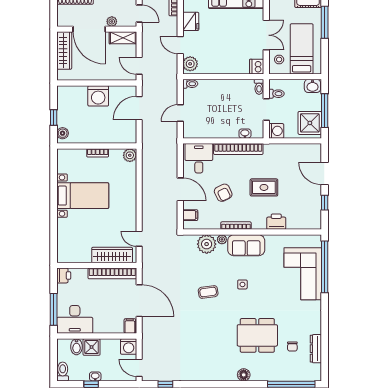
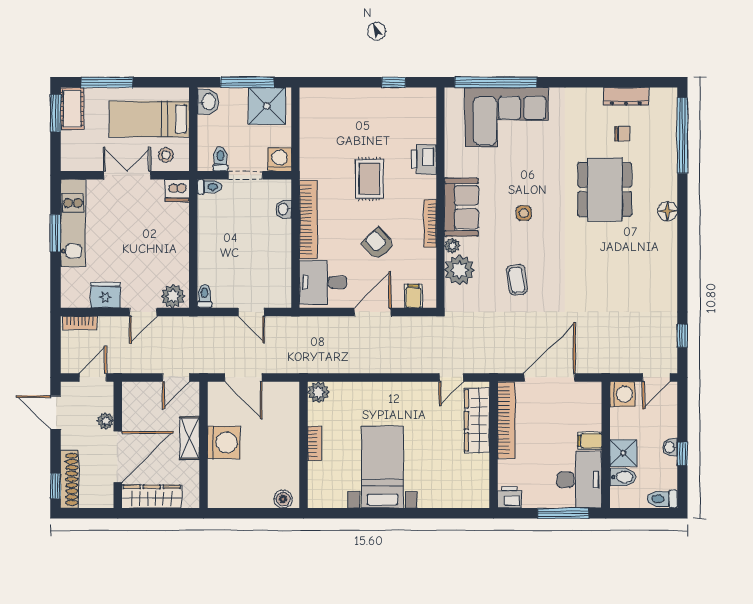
shelving: (123, 38) -> (190, 438), moved
window: (54, 117) -> (258, 513), removed
door: (325, 173) -> (347, 82), removed
armchair: (223, 193) -> (378, 244), turned -107
coffee table: (208, 292) -> (517, 280), moved
filing cabinet: (130, 326) -> (590, 441), moved

